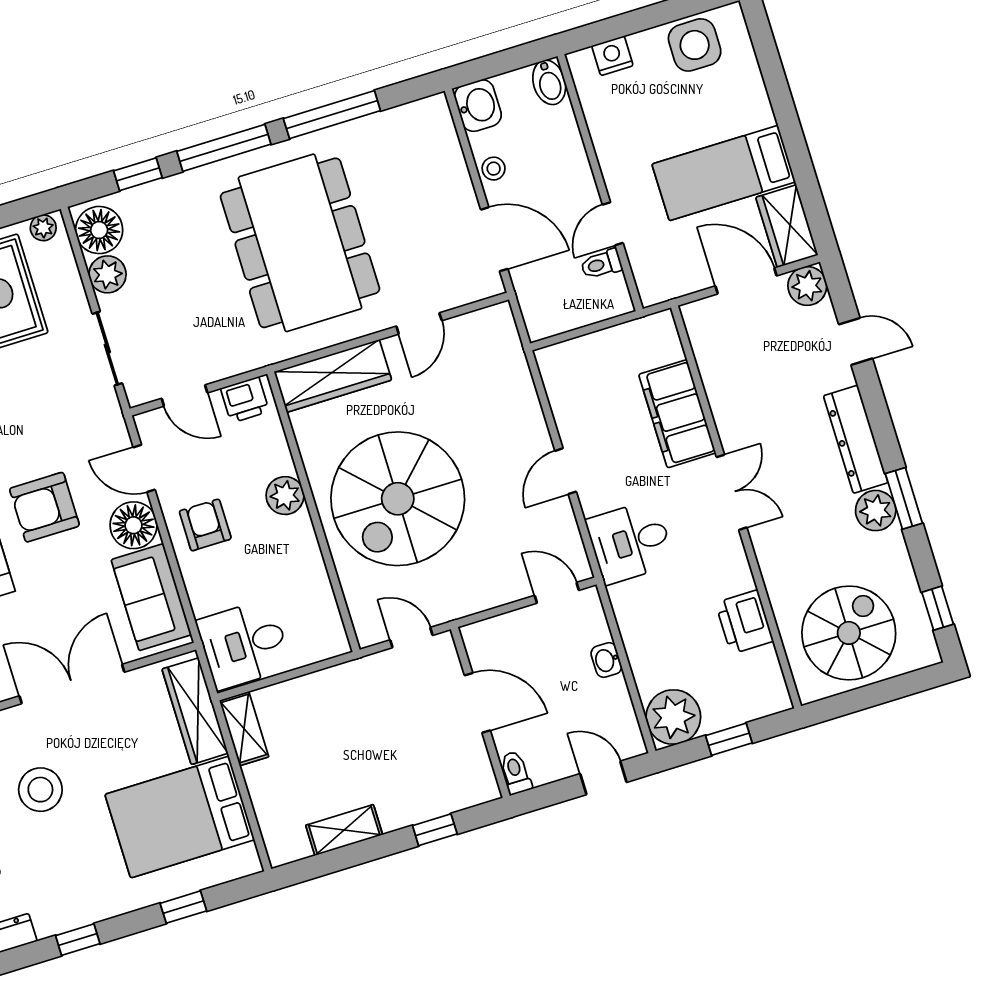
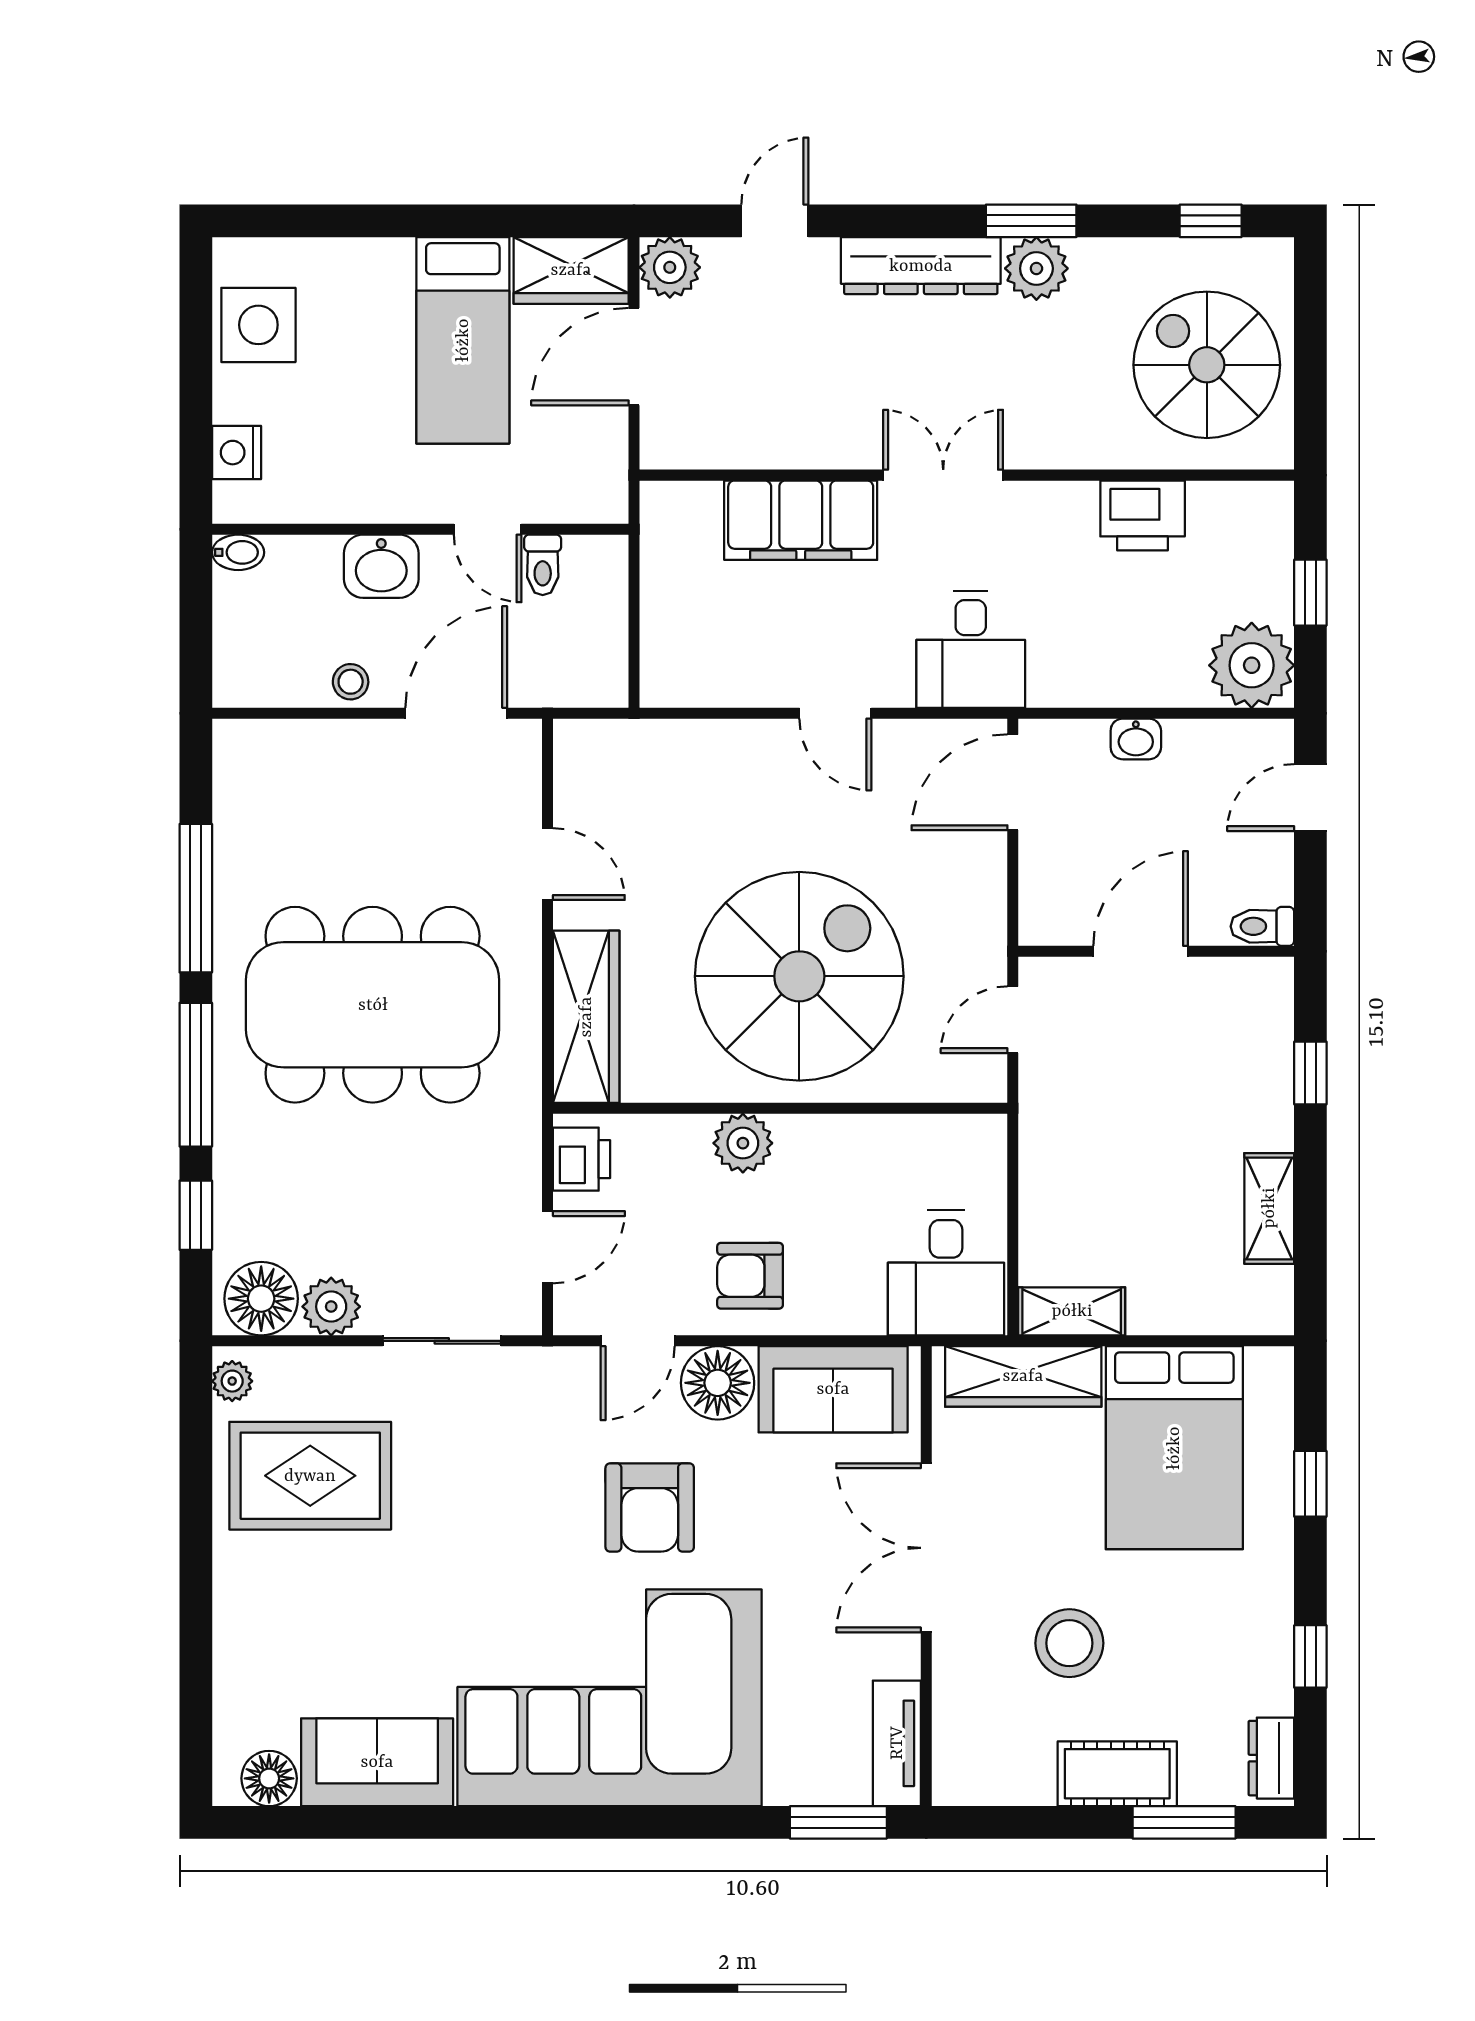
bidet: (549, 82) -> (238, 552), width x0.72, depth x0.74
washbasin: (478, 106) -> (381, 566), moved, turned 180
spiral stairs: (398, 499) -> (799, 976), turned -90
door: (557, 593) -> (1013, 782), width x1.38

